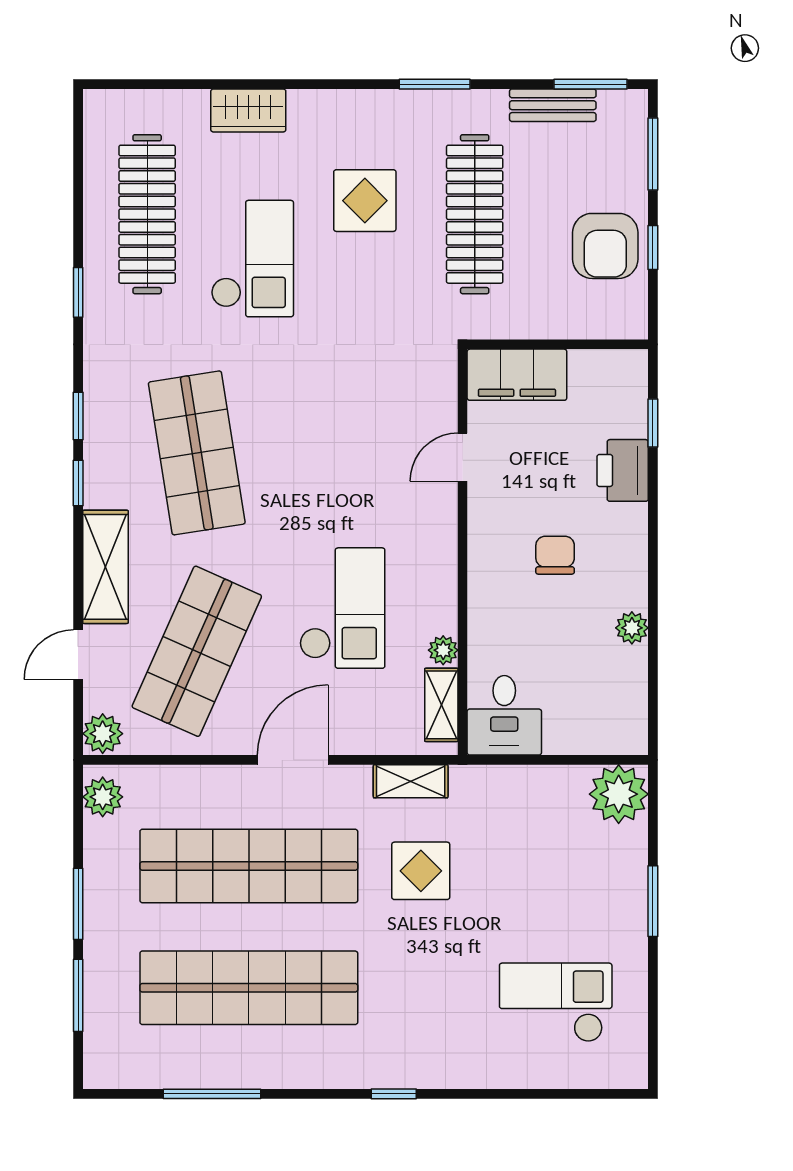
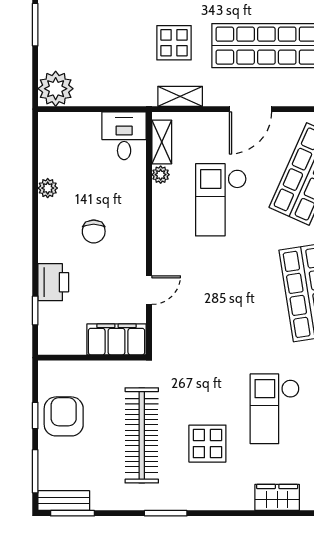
bench: (553, 105) -> (64, 501), moved

